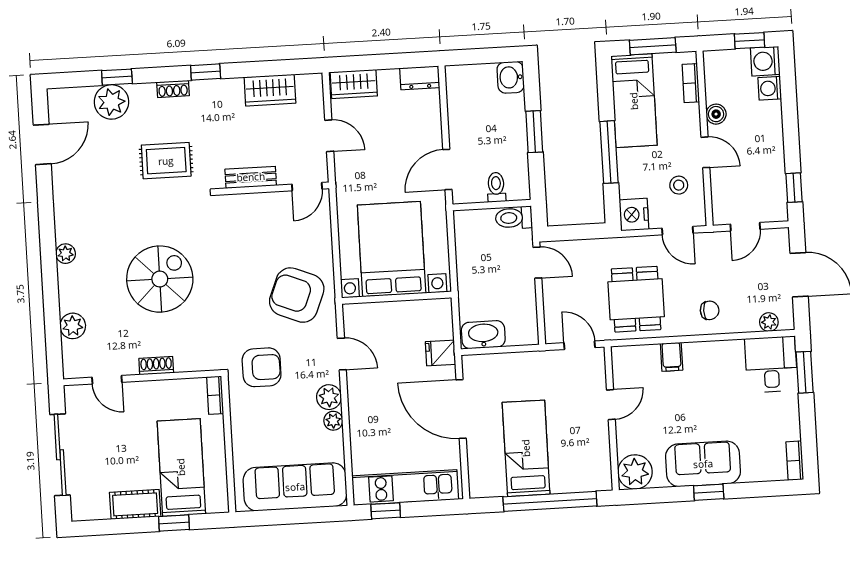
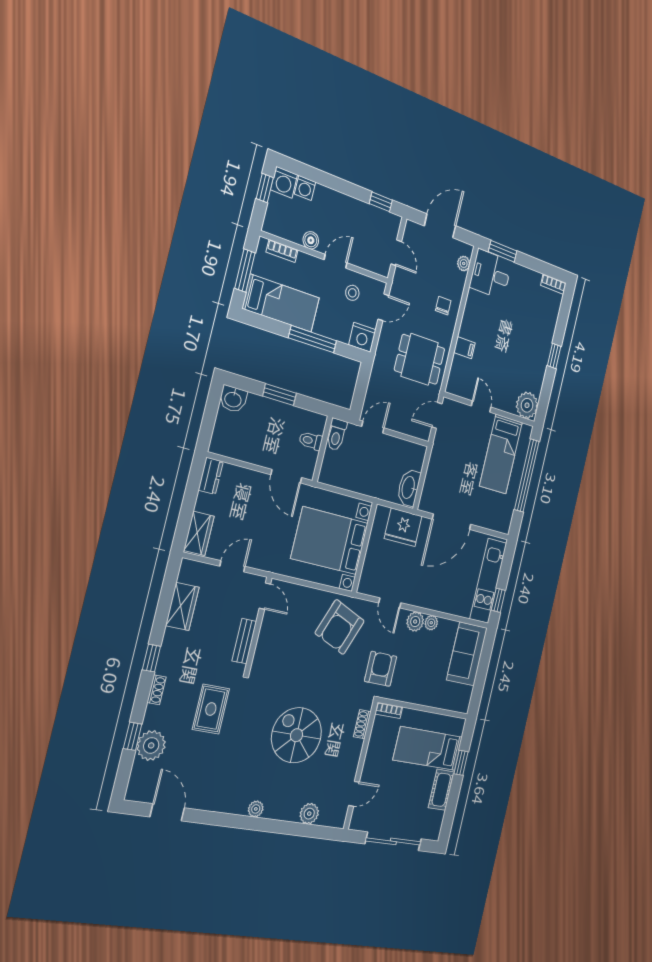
fridge: (440, 353) -> (403, 527), width x1.88, depth x1.34
door: (342, 354) -> (390, 603), swing flipped
shoe rack: (156, 366) -> (362, 724), moved
bed: (526, 448) -> (501, 454), moved, turned -90
sofa: (703, 464) -> (536, 353), removed
sofa: (295, 487) -> (467, 654), width x0.73

